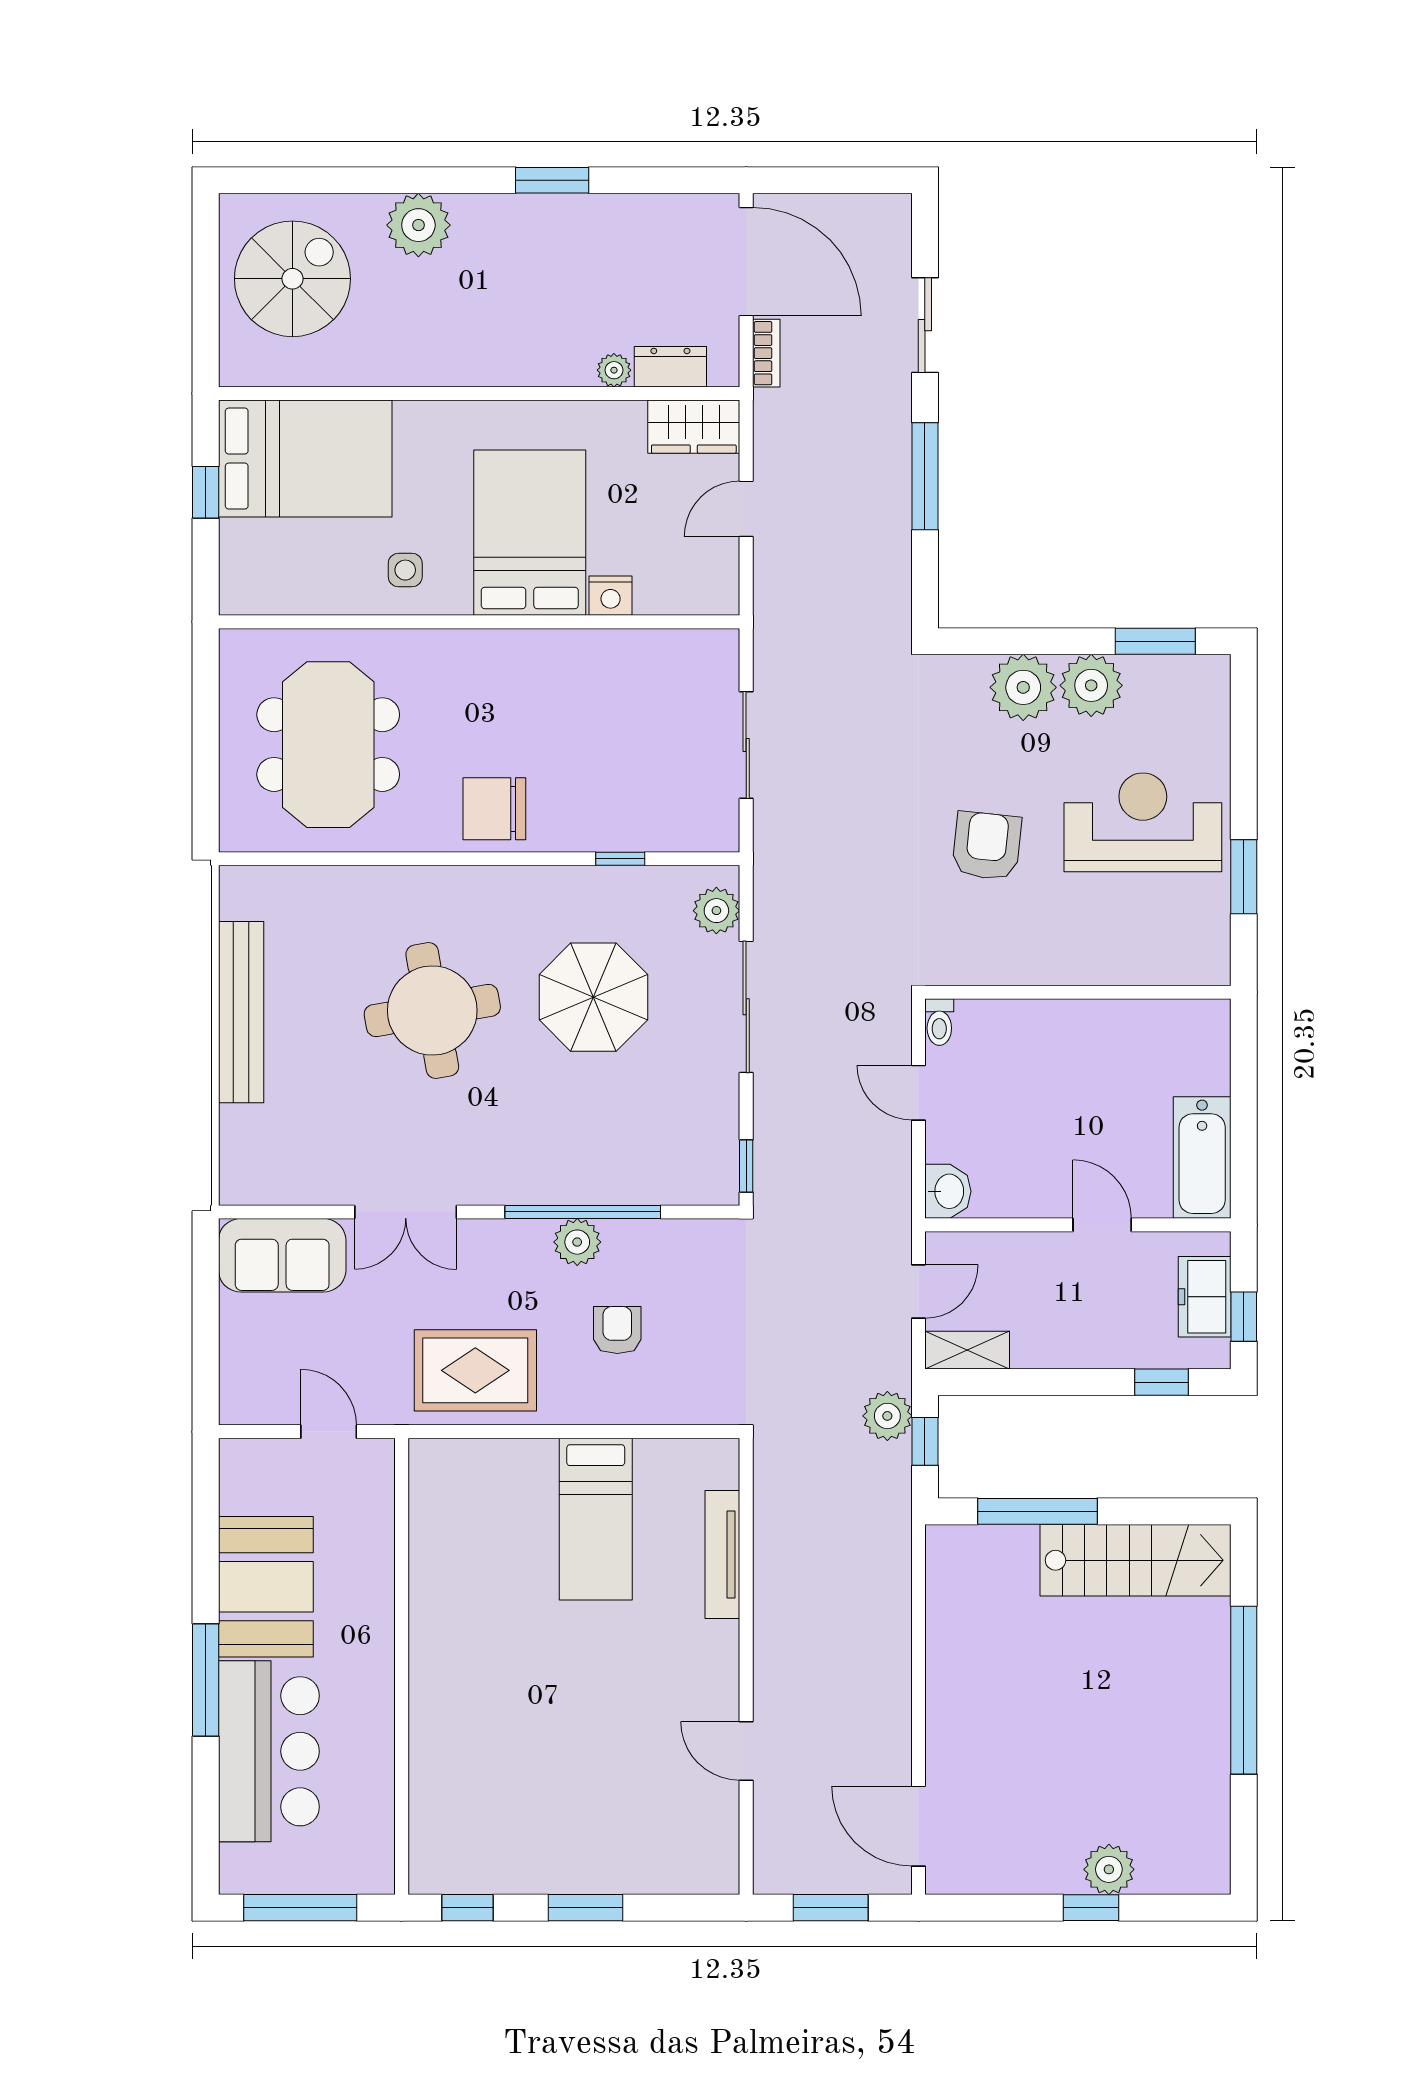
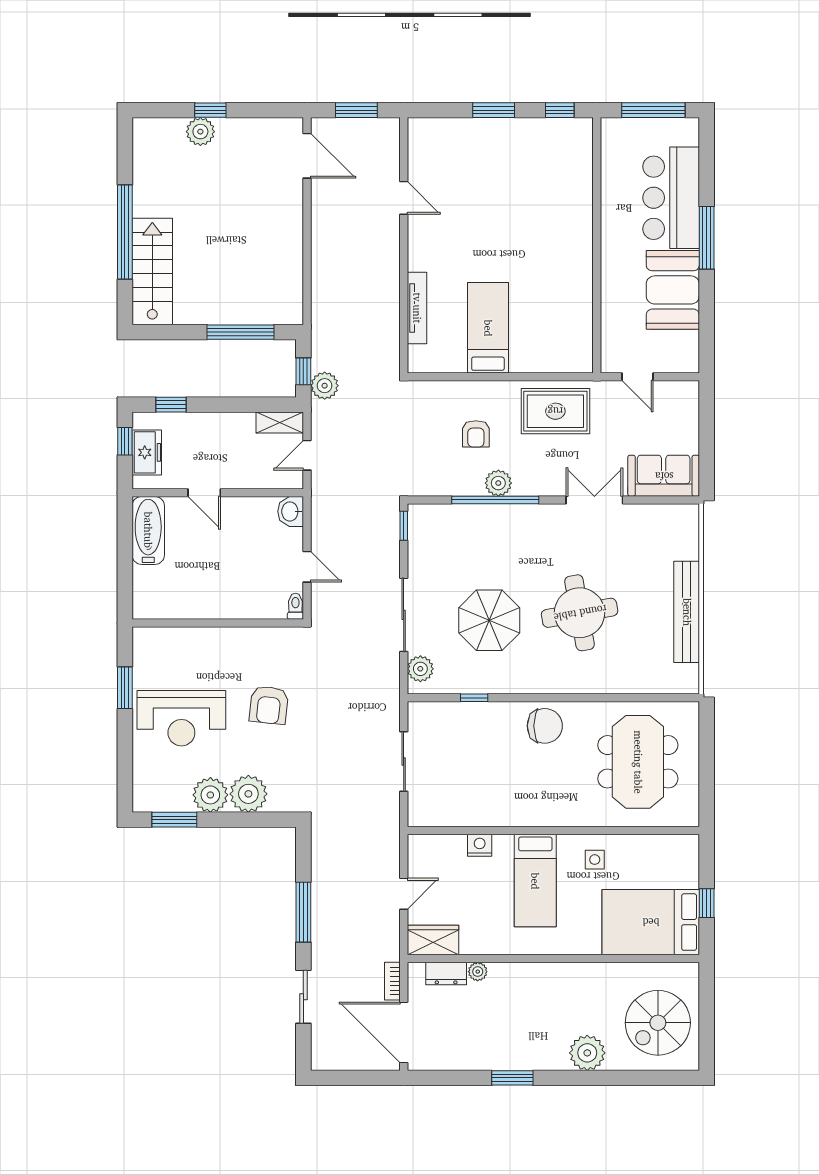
bed: (530, 533) -> (535, 881), width x0.67
stairs: (1135, 1560) -> (152, 272), moved, turned 90

